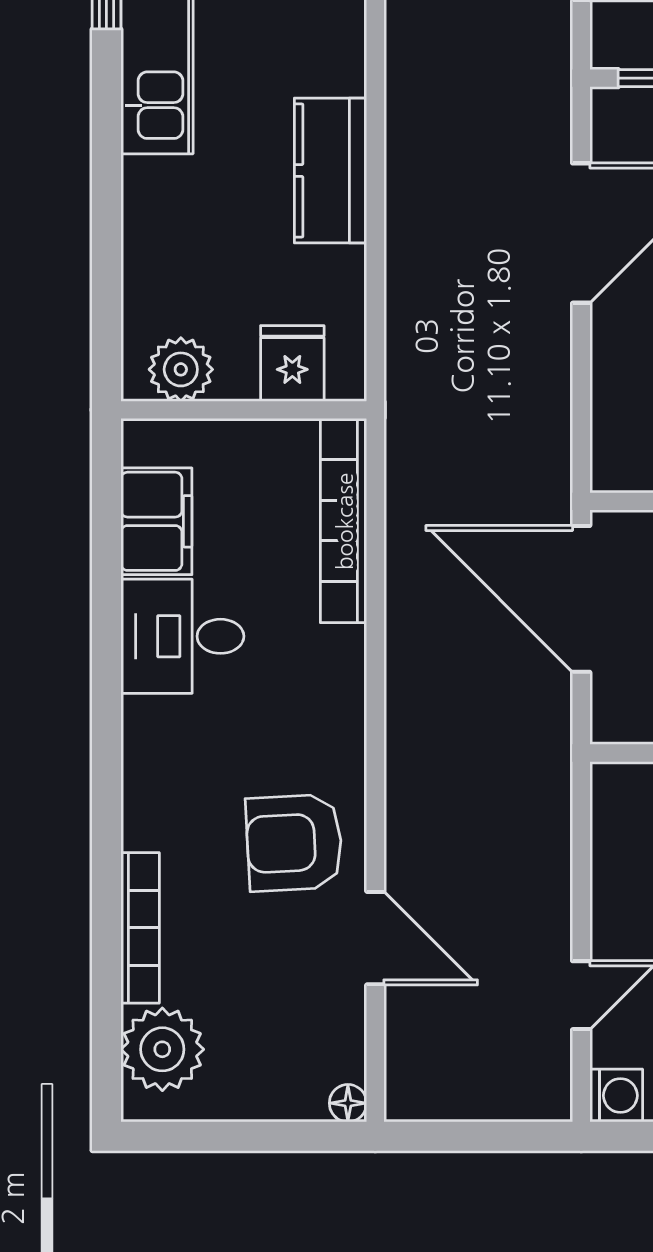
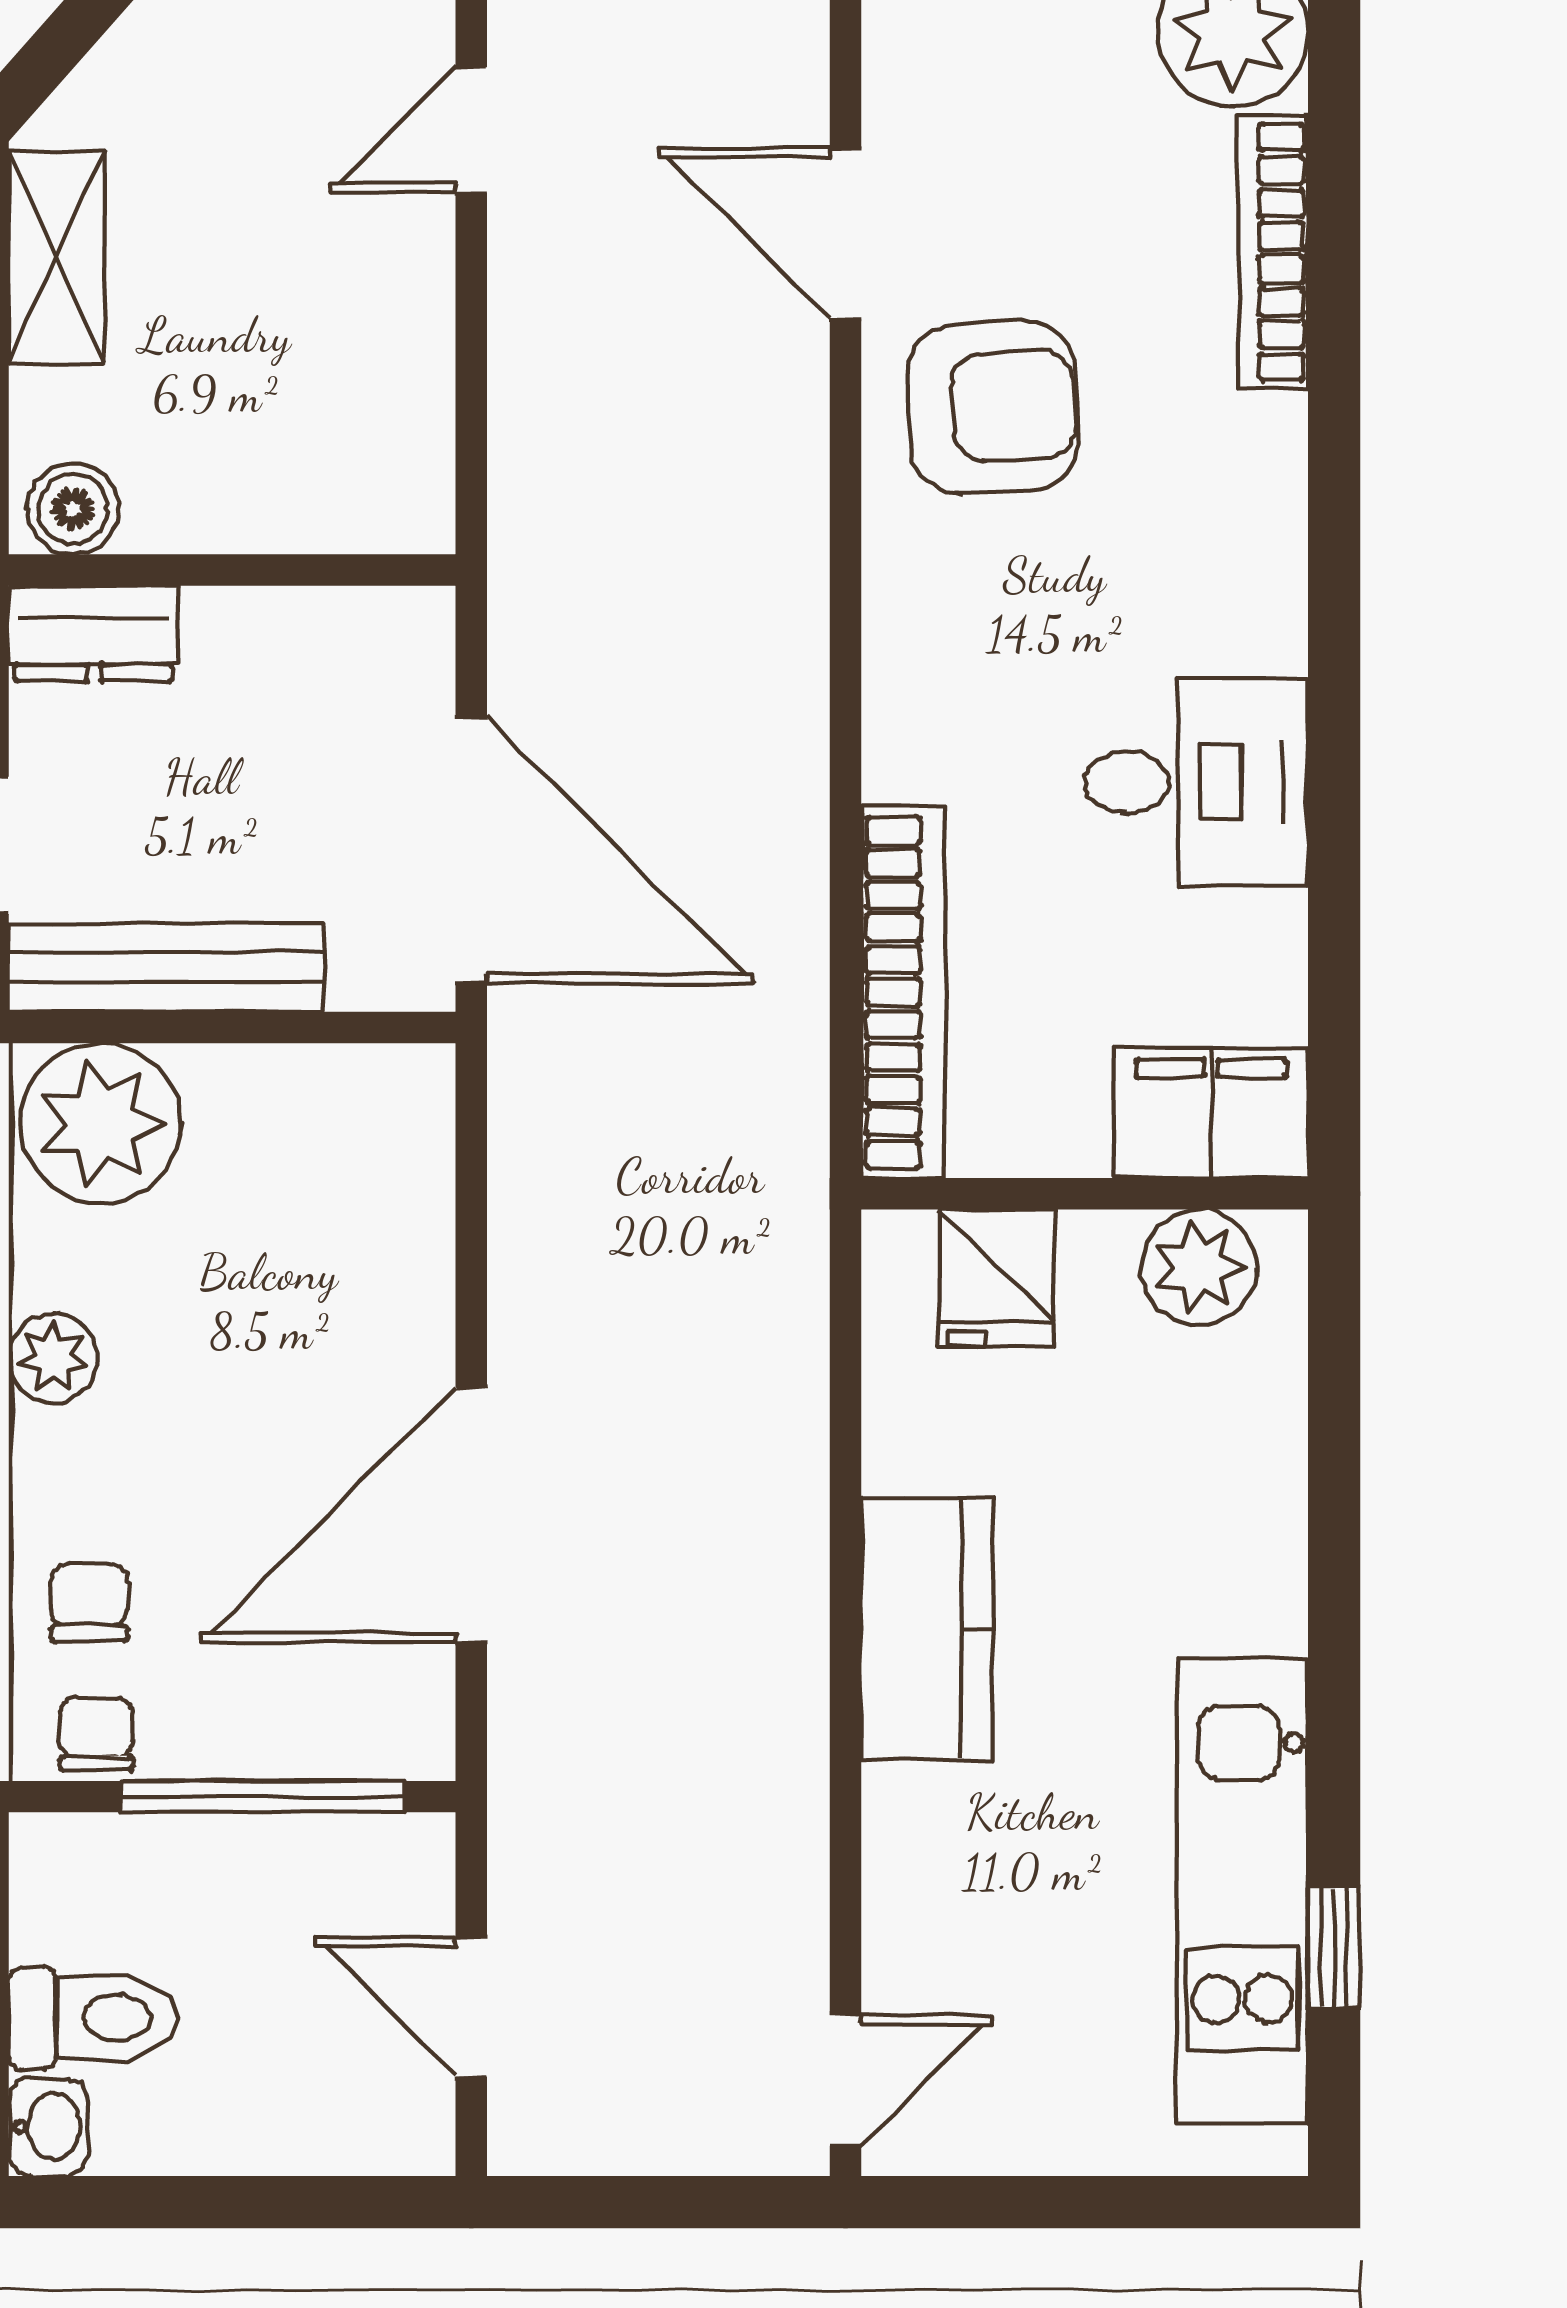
filing cabinet: (156, 521) -> (1211, 1114), moved, turned 90

